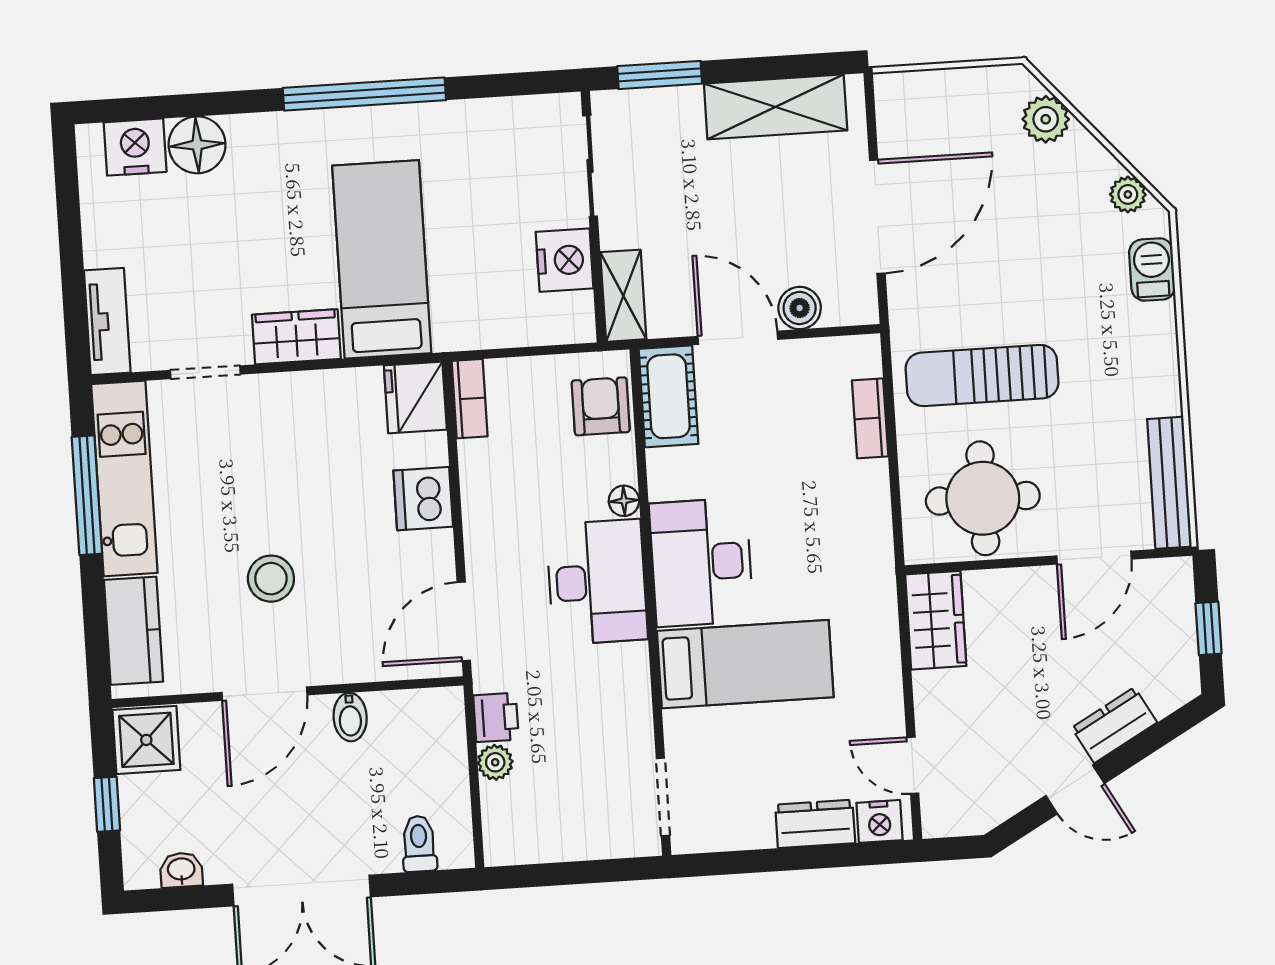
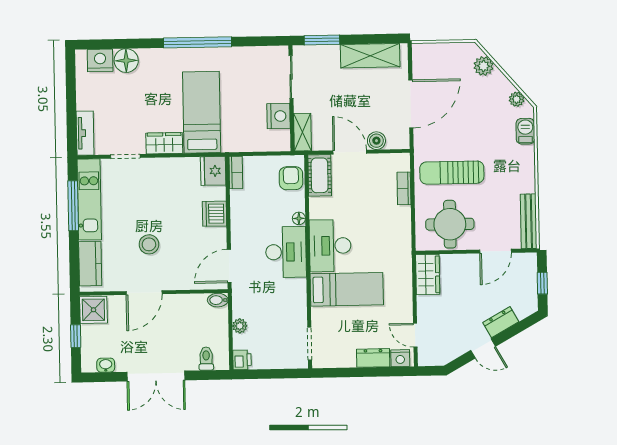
bidet: (350, 717) -> (218, 300), moved, turned 90
printer: (496, 717) -> (242, 360), moved

